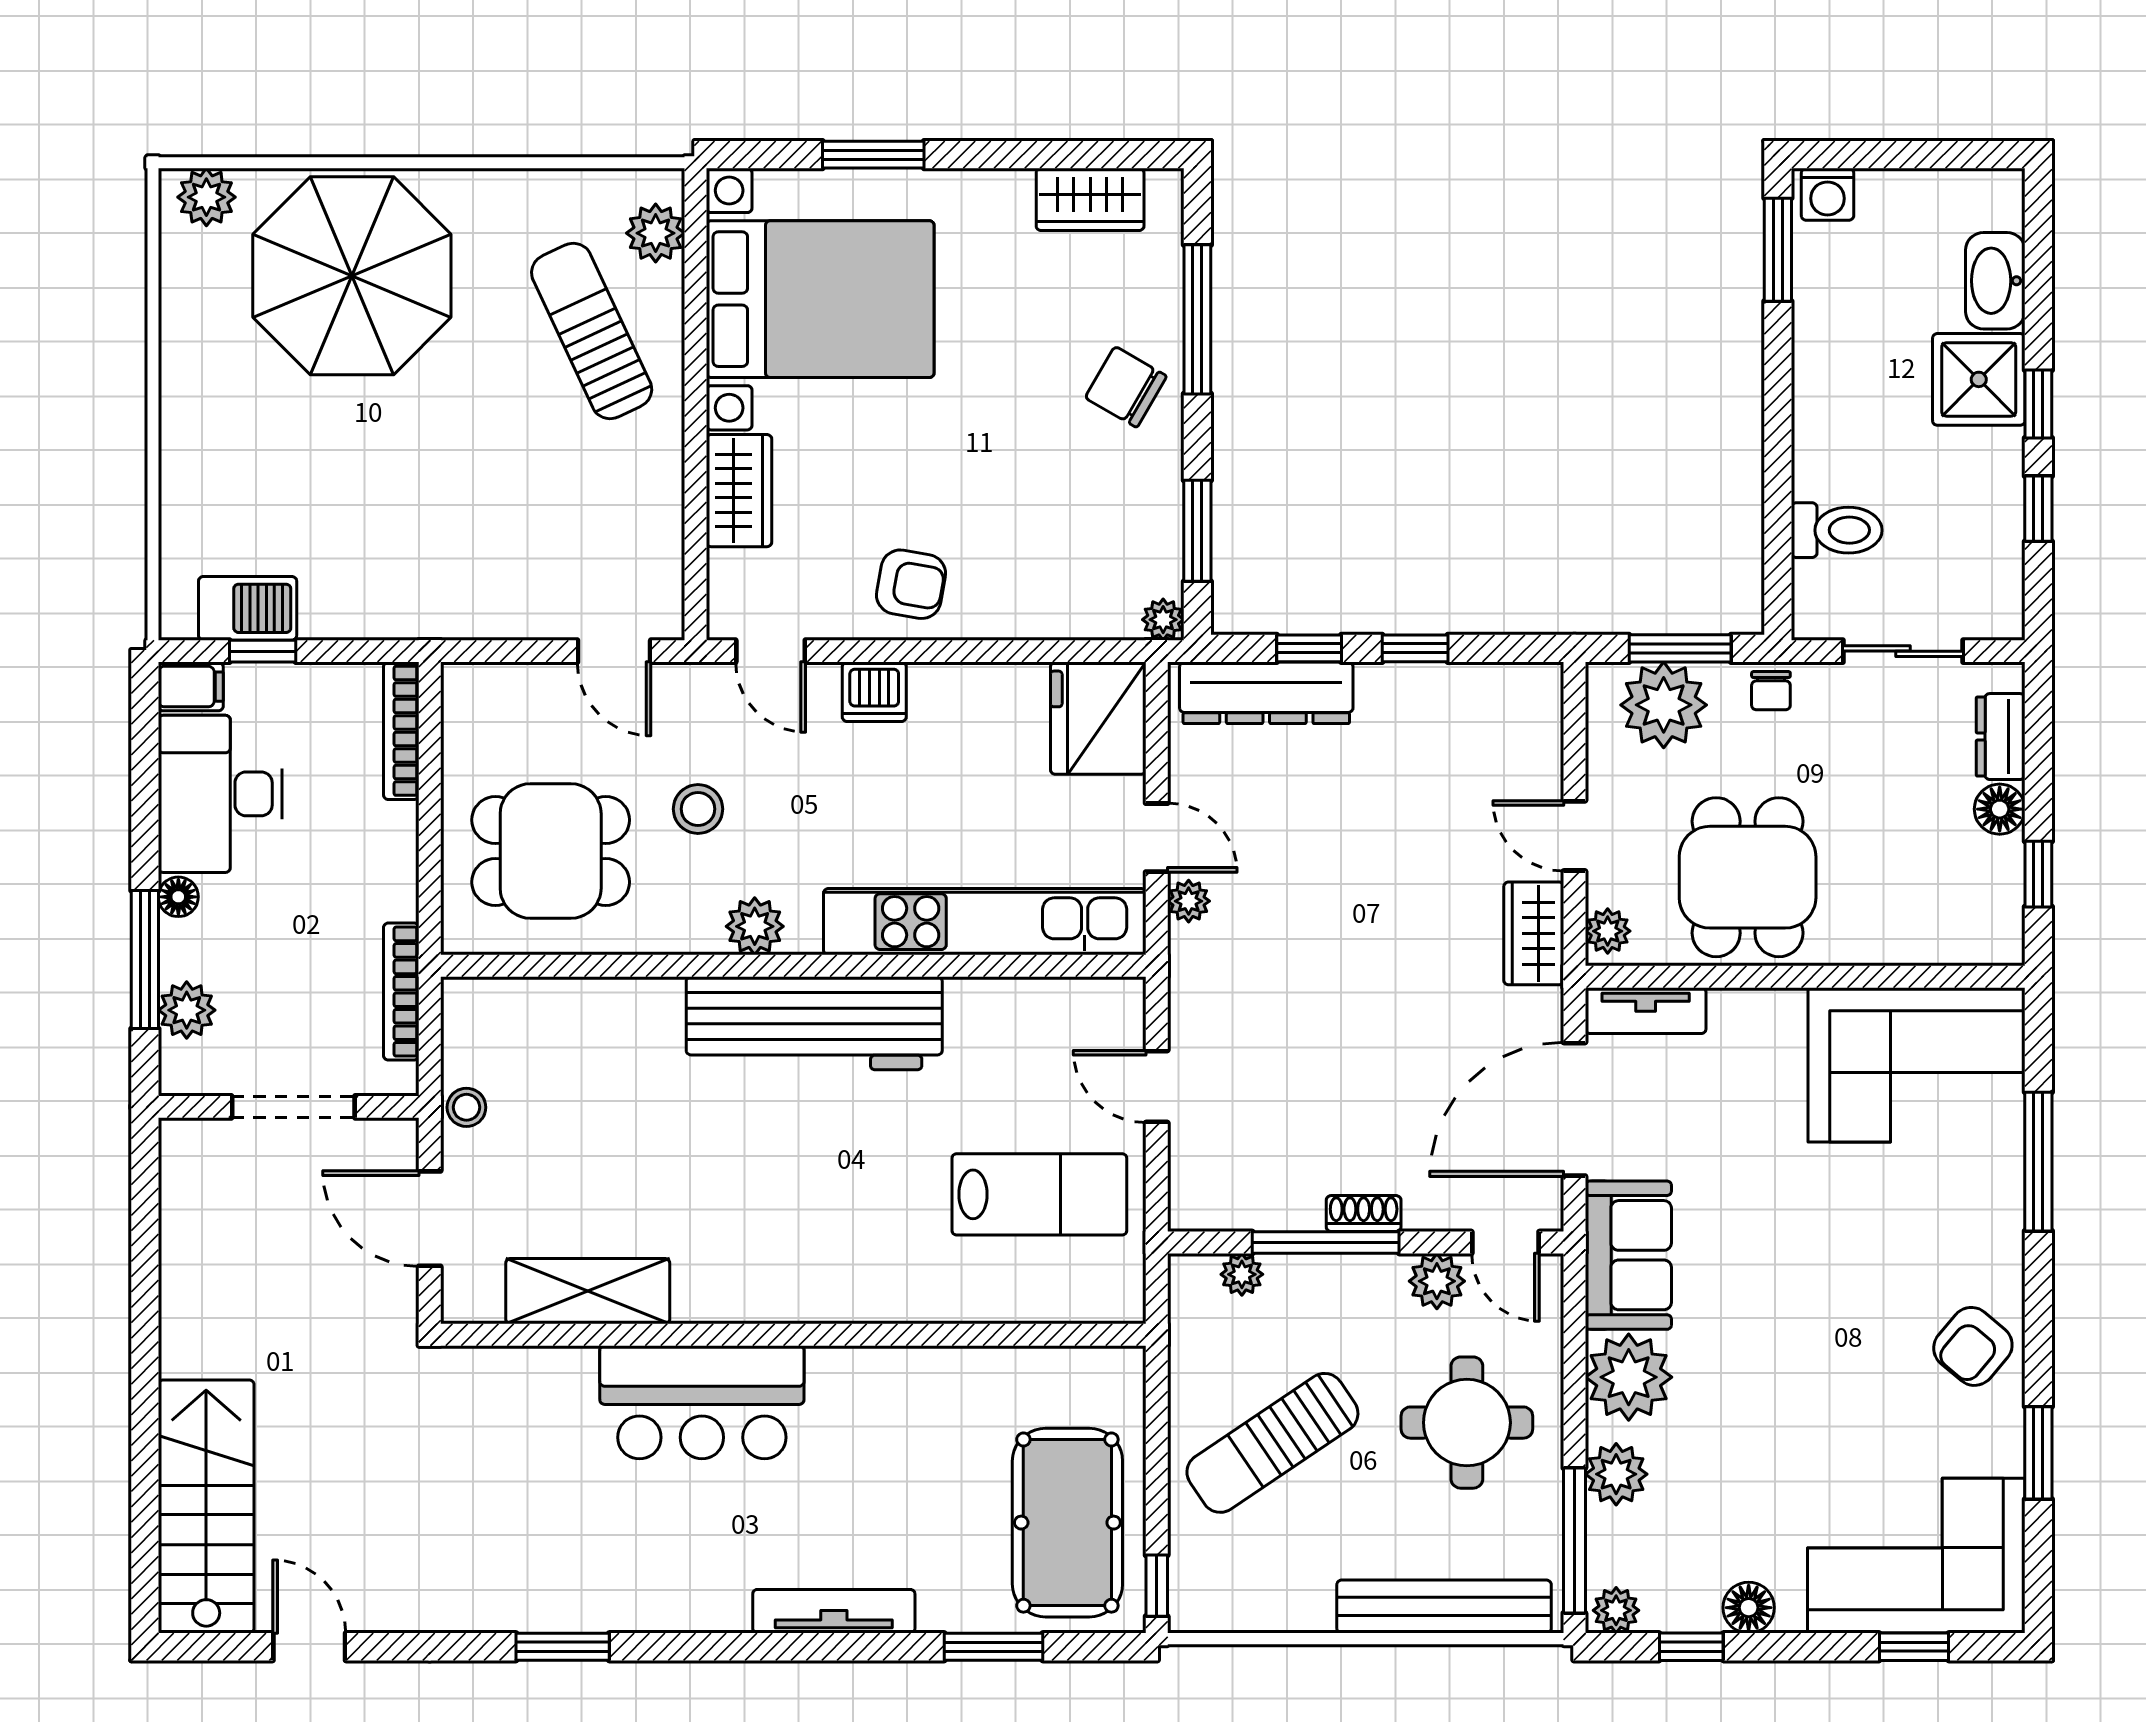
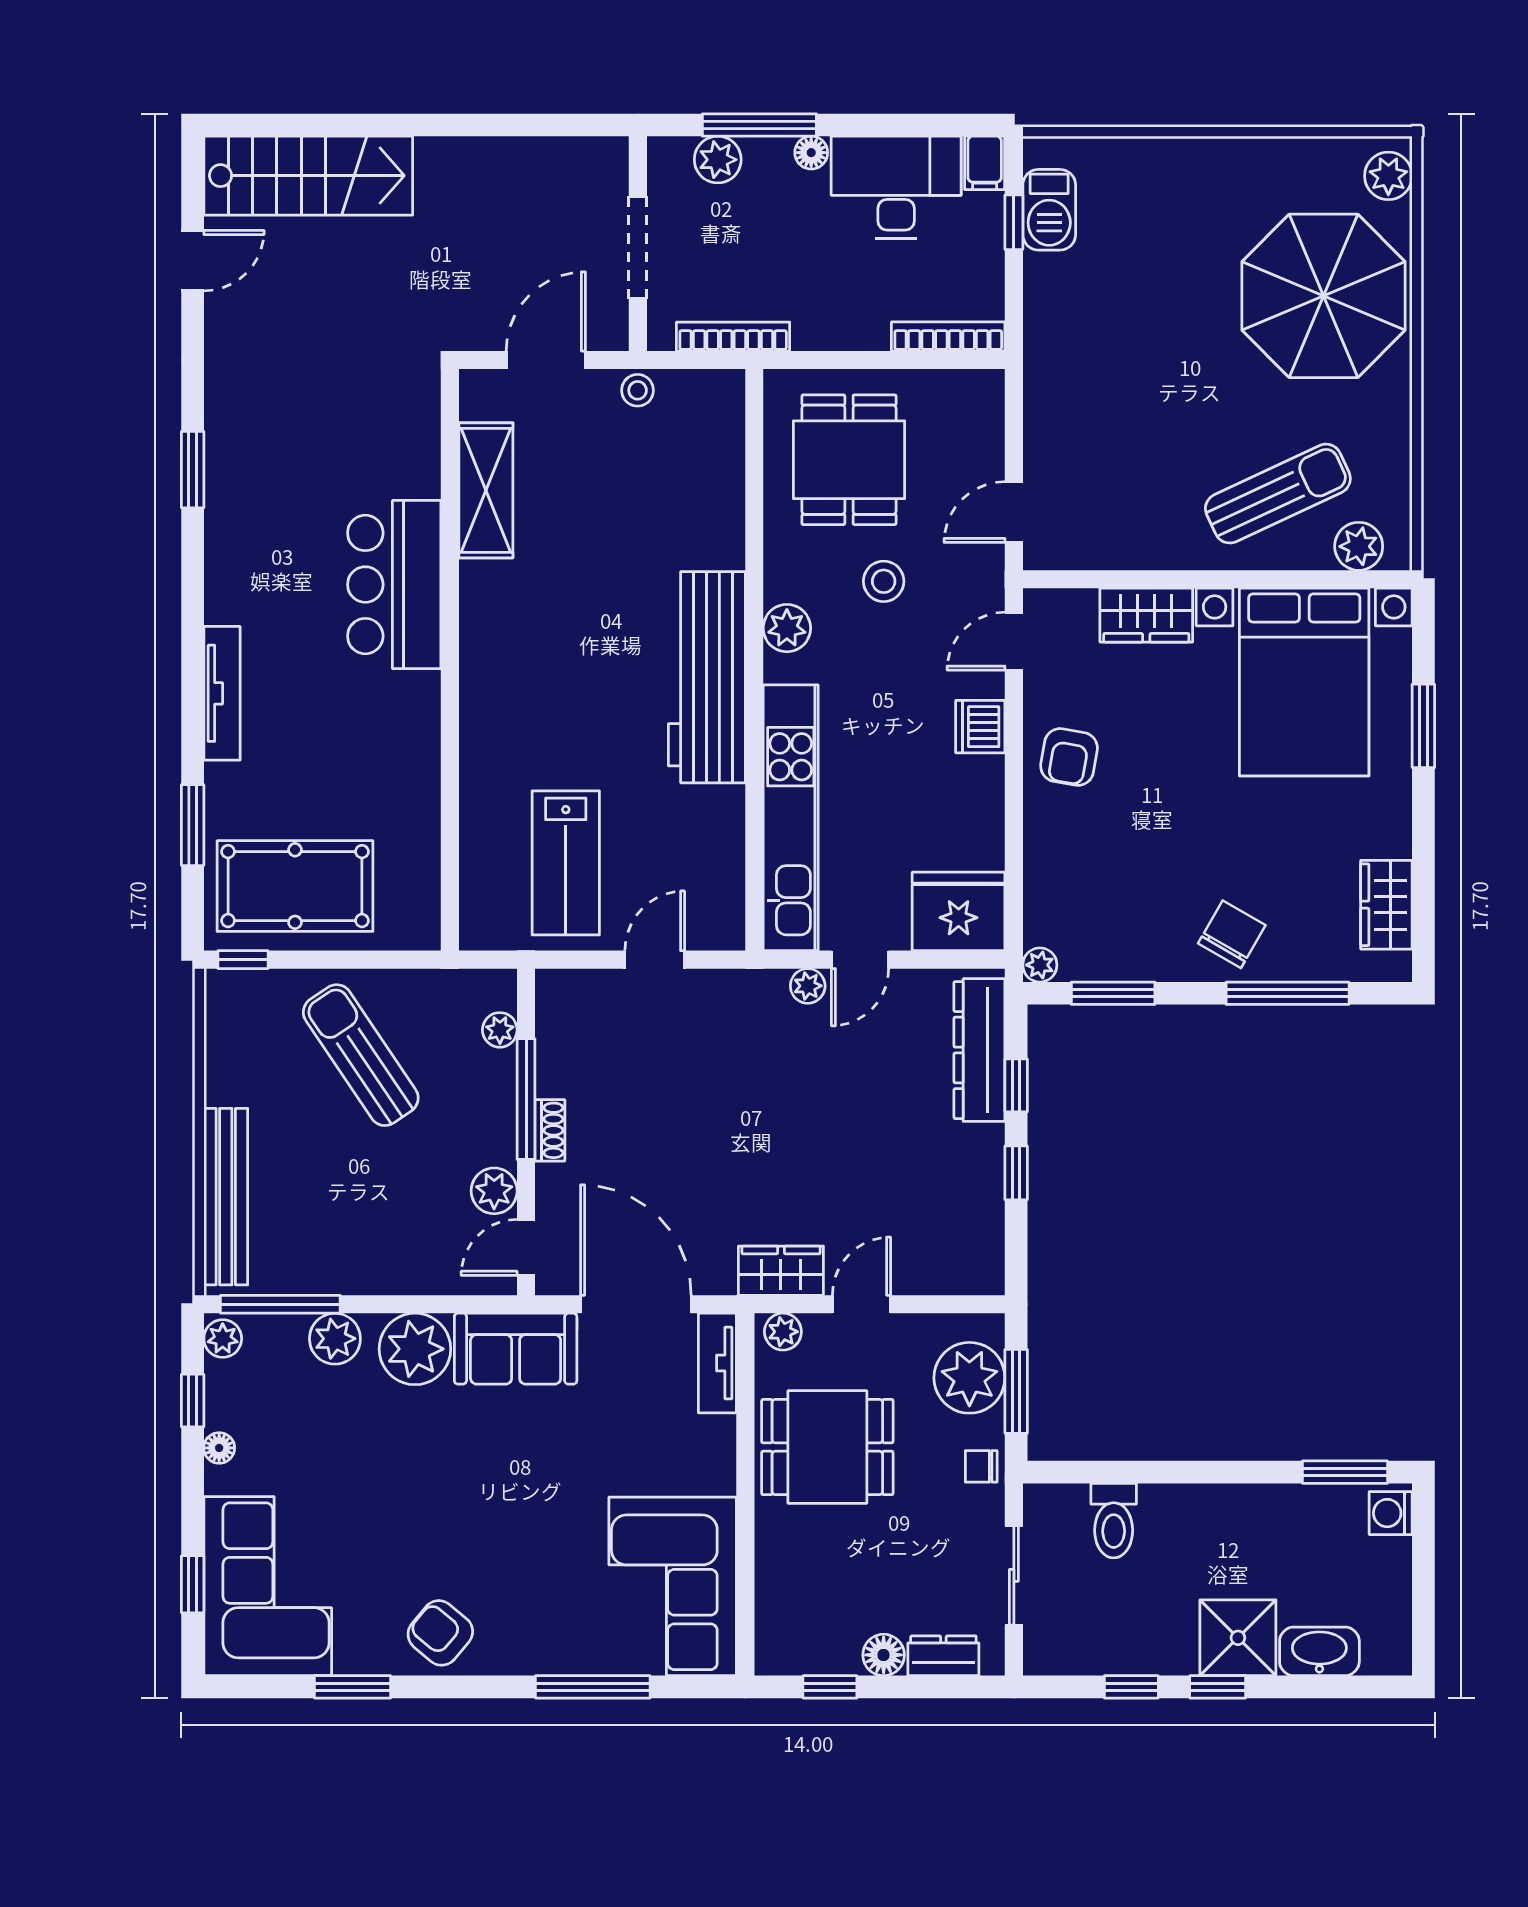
round table: (1467, 1423) -> (378, 1216), removed
floor lamp: (1749, 1608) -> (219, 1448), width x0.73, depth x0.73

